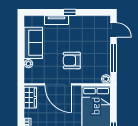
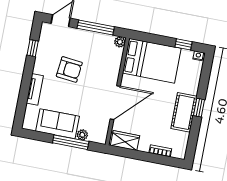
window: (70, 12) -> (33, 48), moved
window: (21, 56) -> (71, 142), added
armchair: (72, 60) -> (69, 69), moved, turned -84

